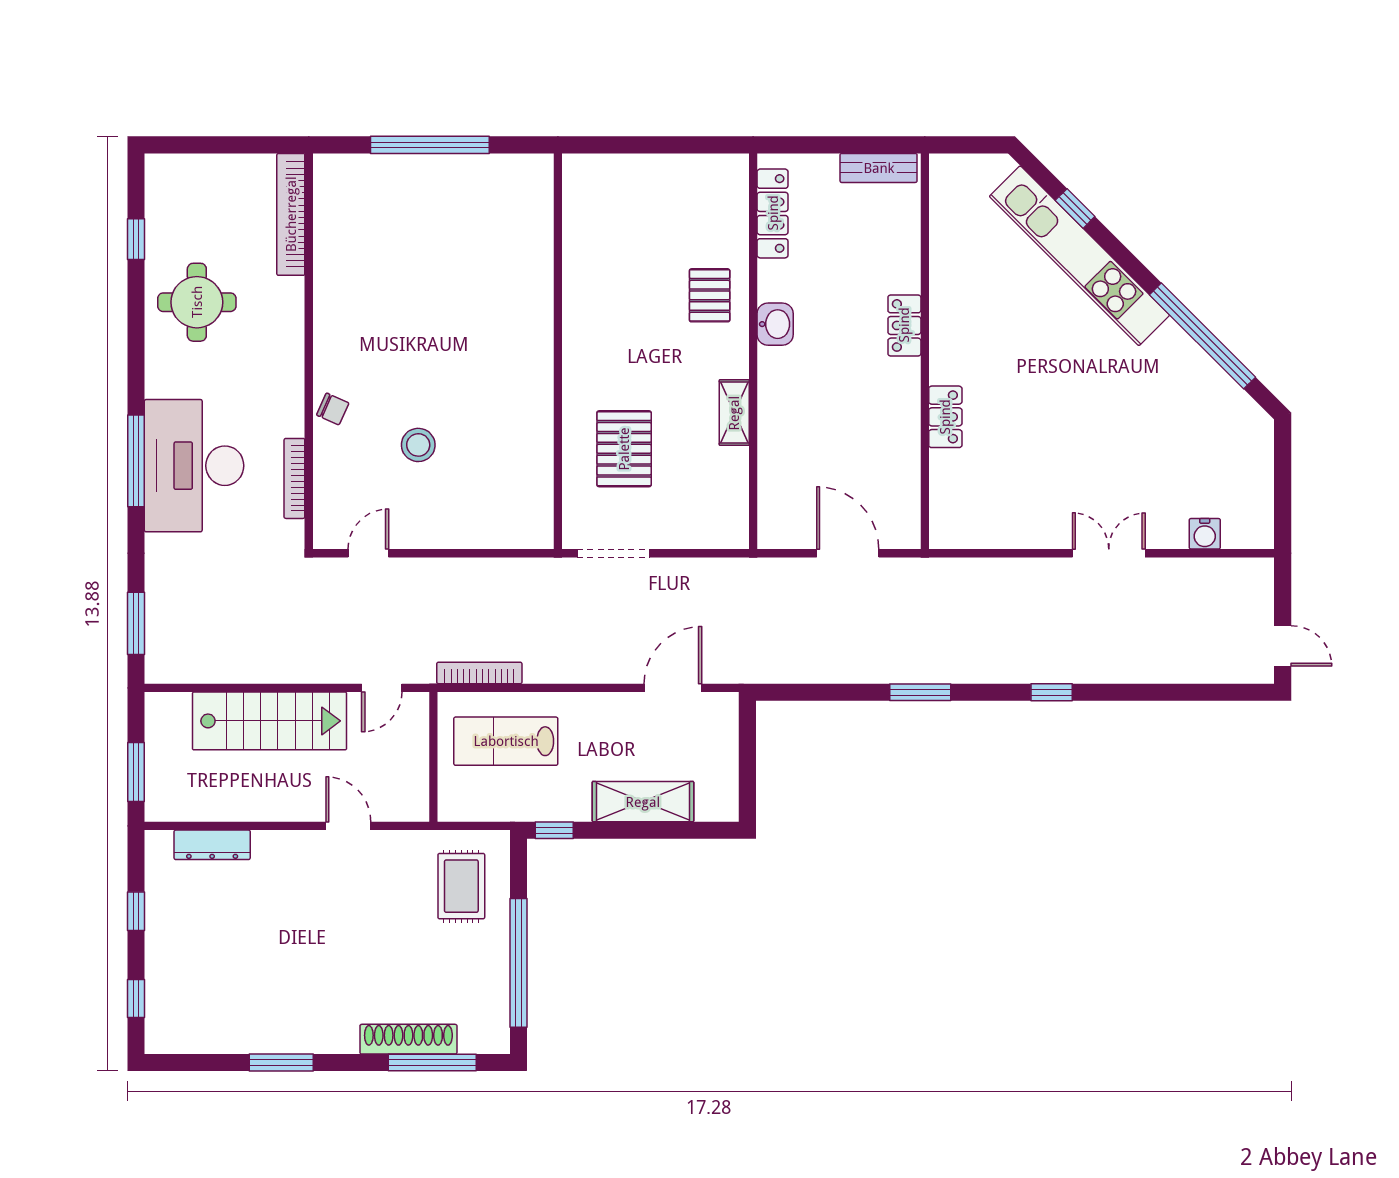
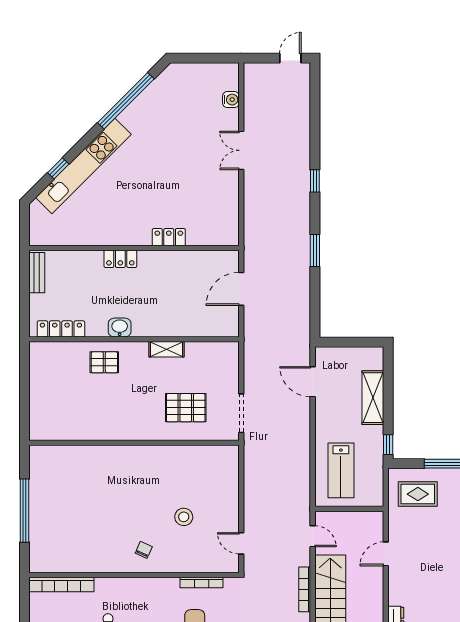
chair: (333, 409) -> (144, 550), moved
bookcase: (479, 673) -> (305, 589), moved

